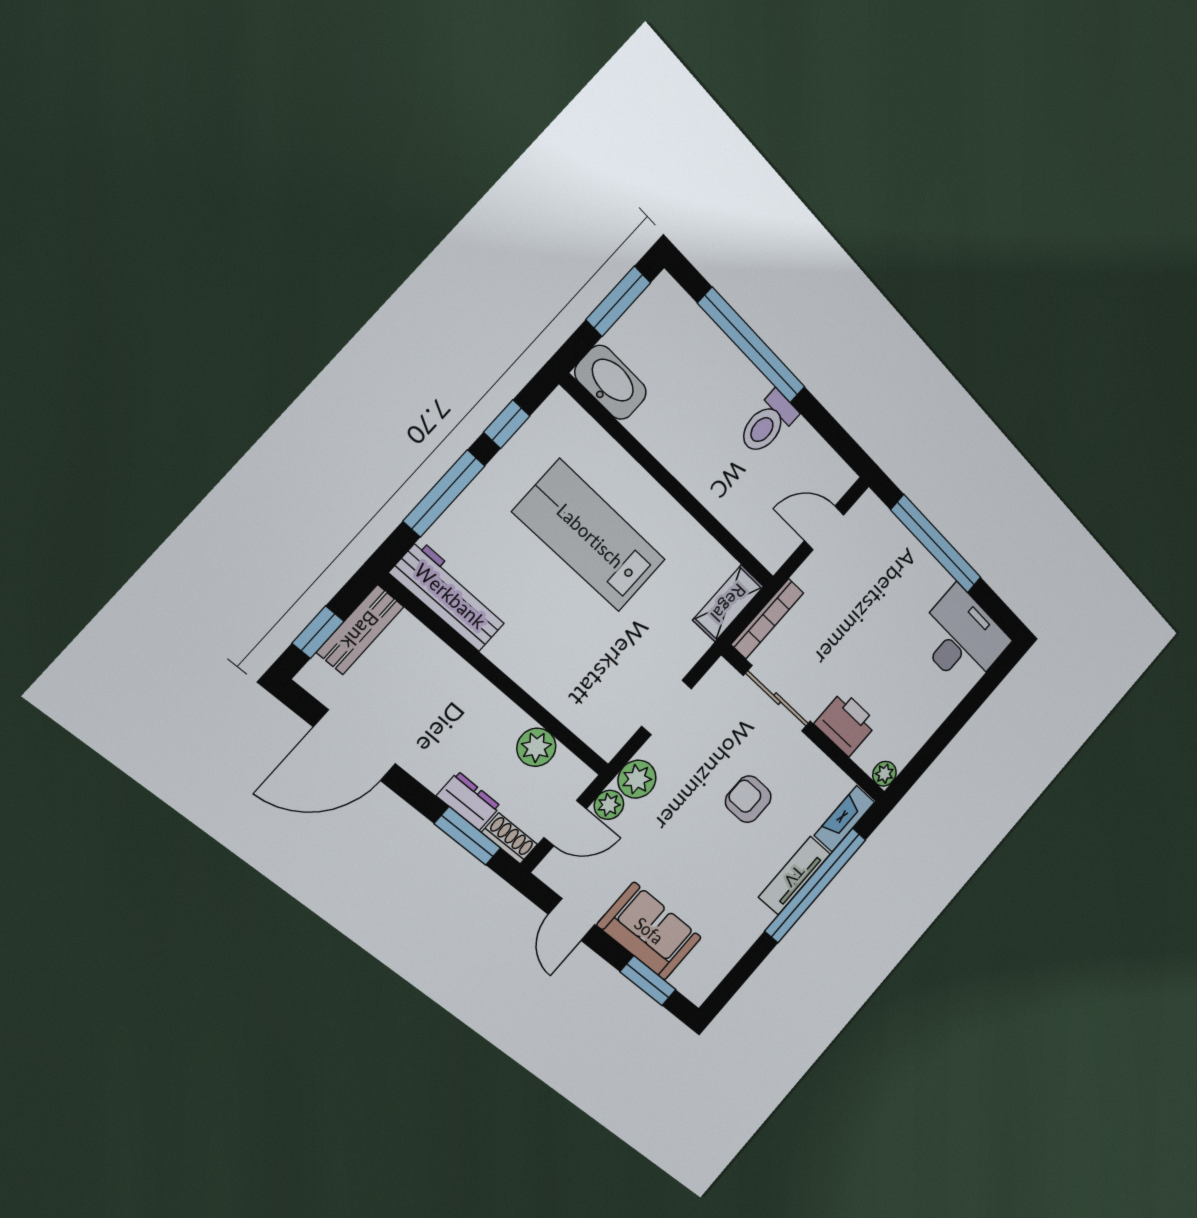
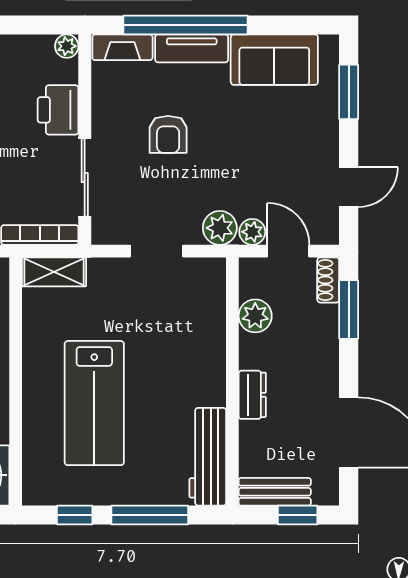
dresser: (469, 801) -> (252, 395), moved, turned 180
sofa: (649, 931) -> (274, 60), moved, turned -90

